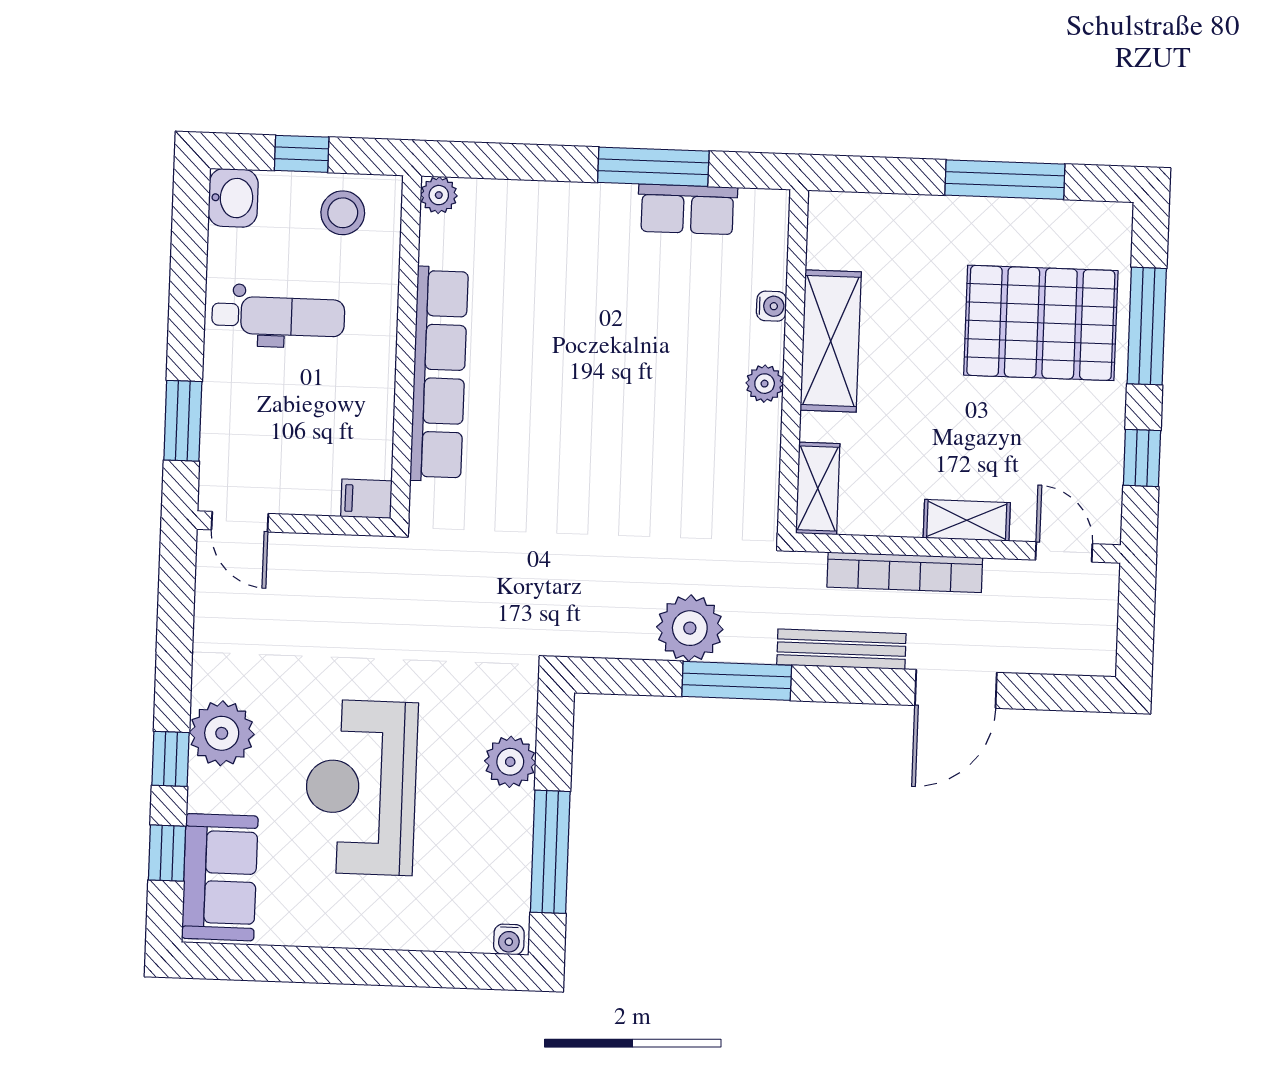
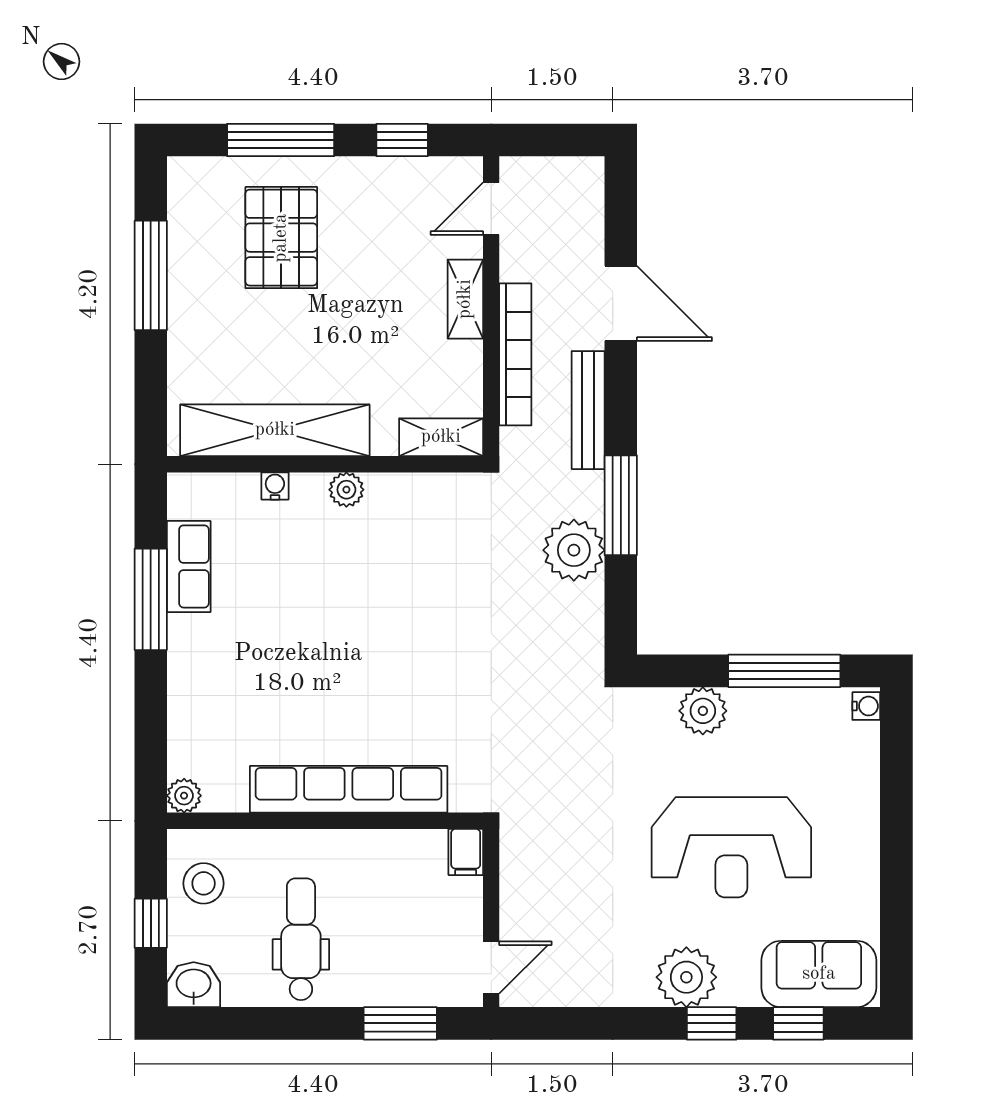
pallet: (1041, 323) -> (281, 238), width x0.73, depth x0.71
shelving: (831, 341) -> (275, 430), width x1.47

